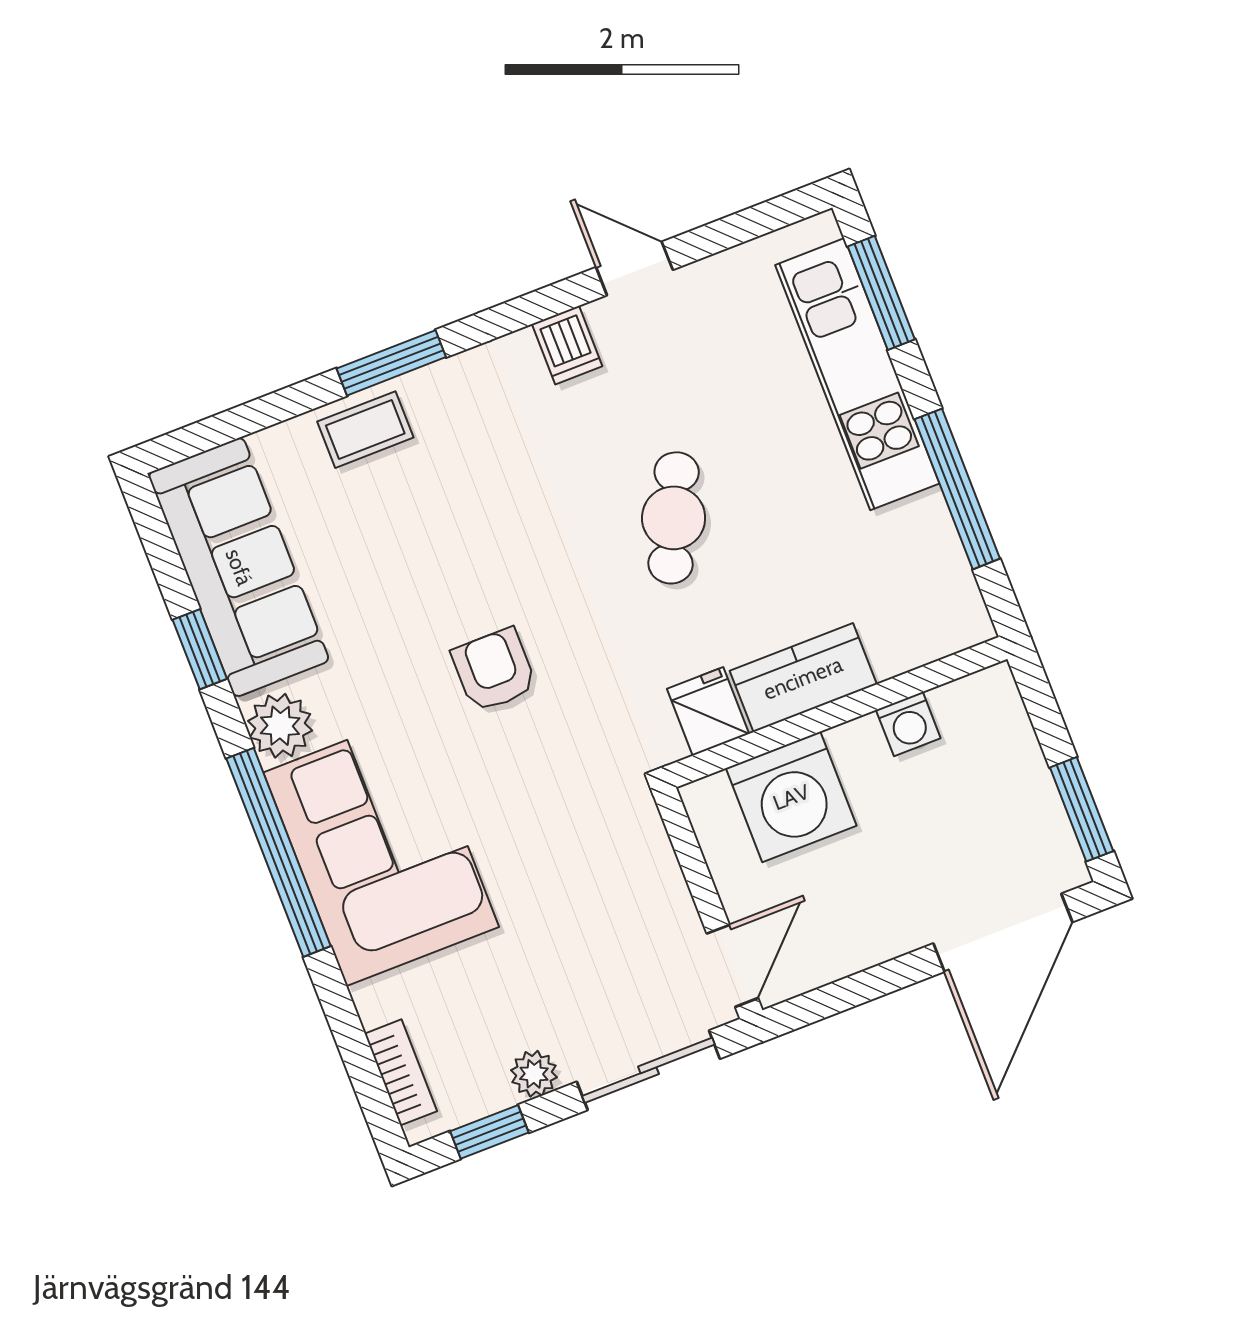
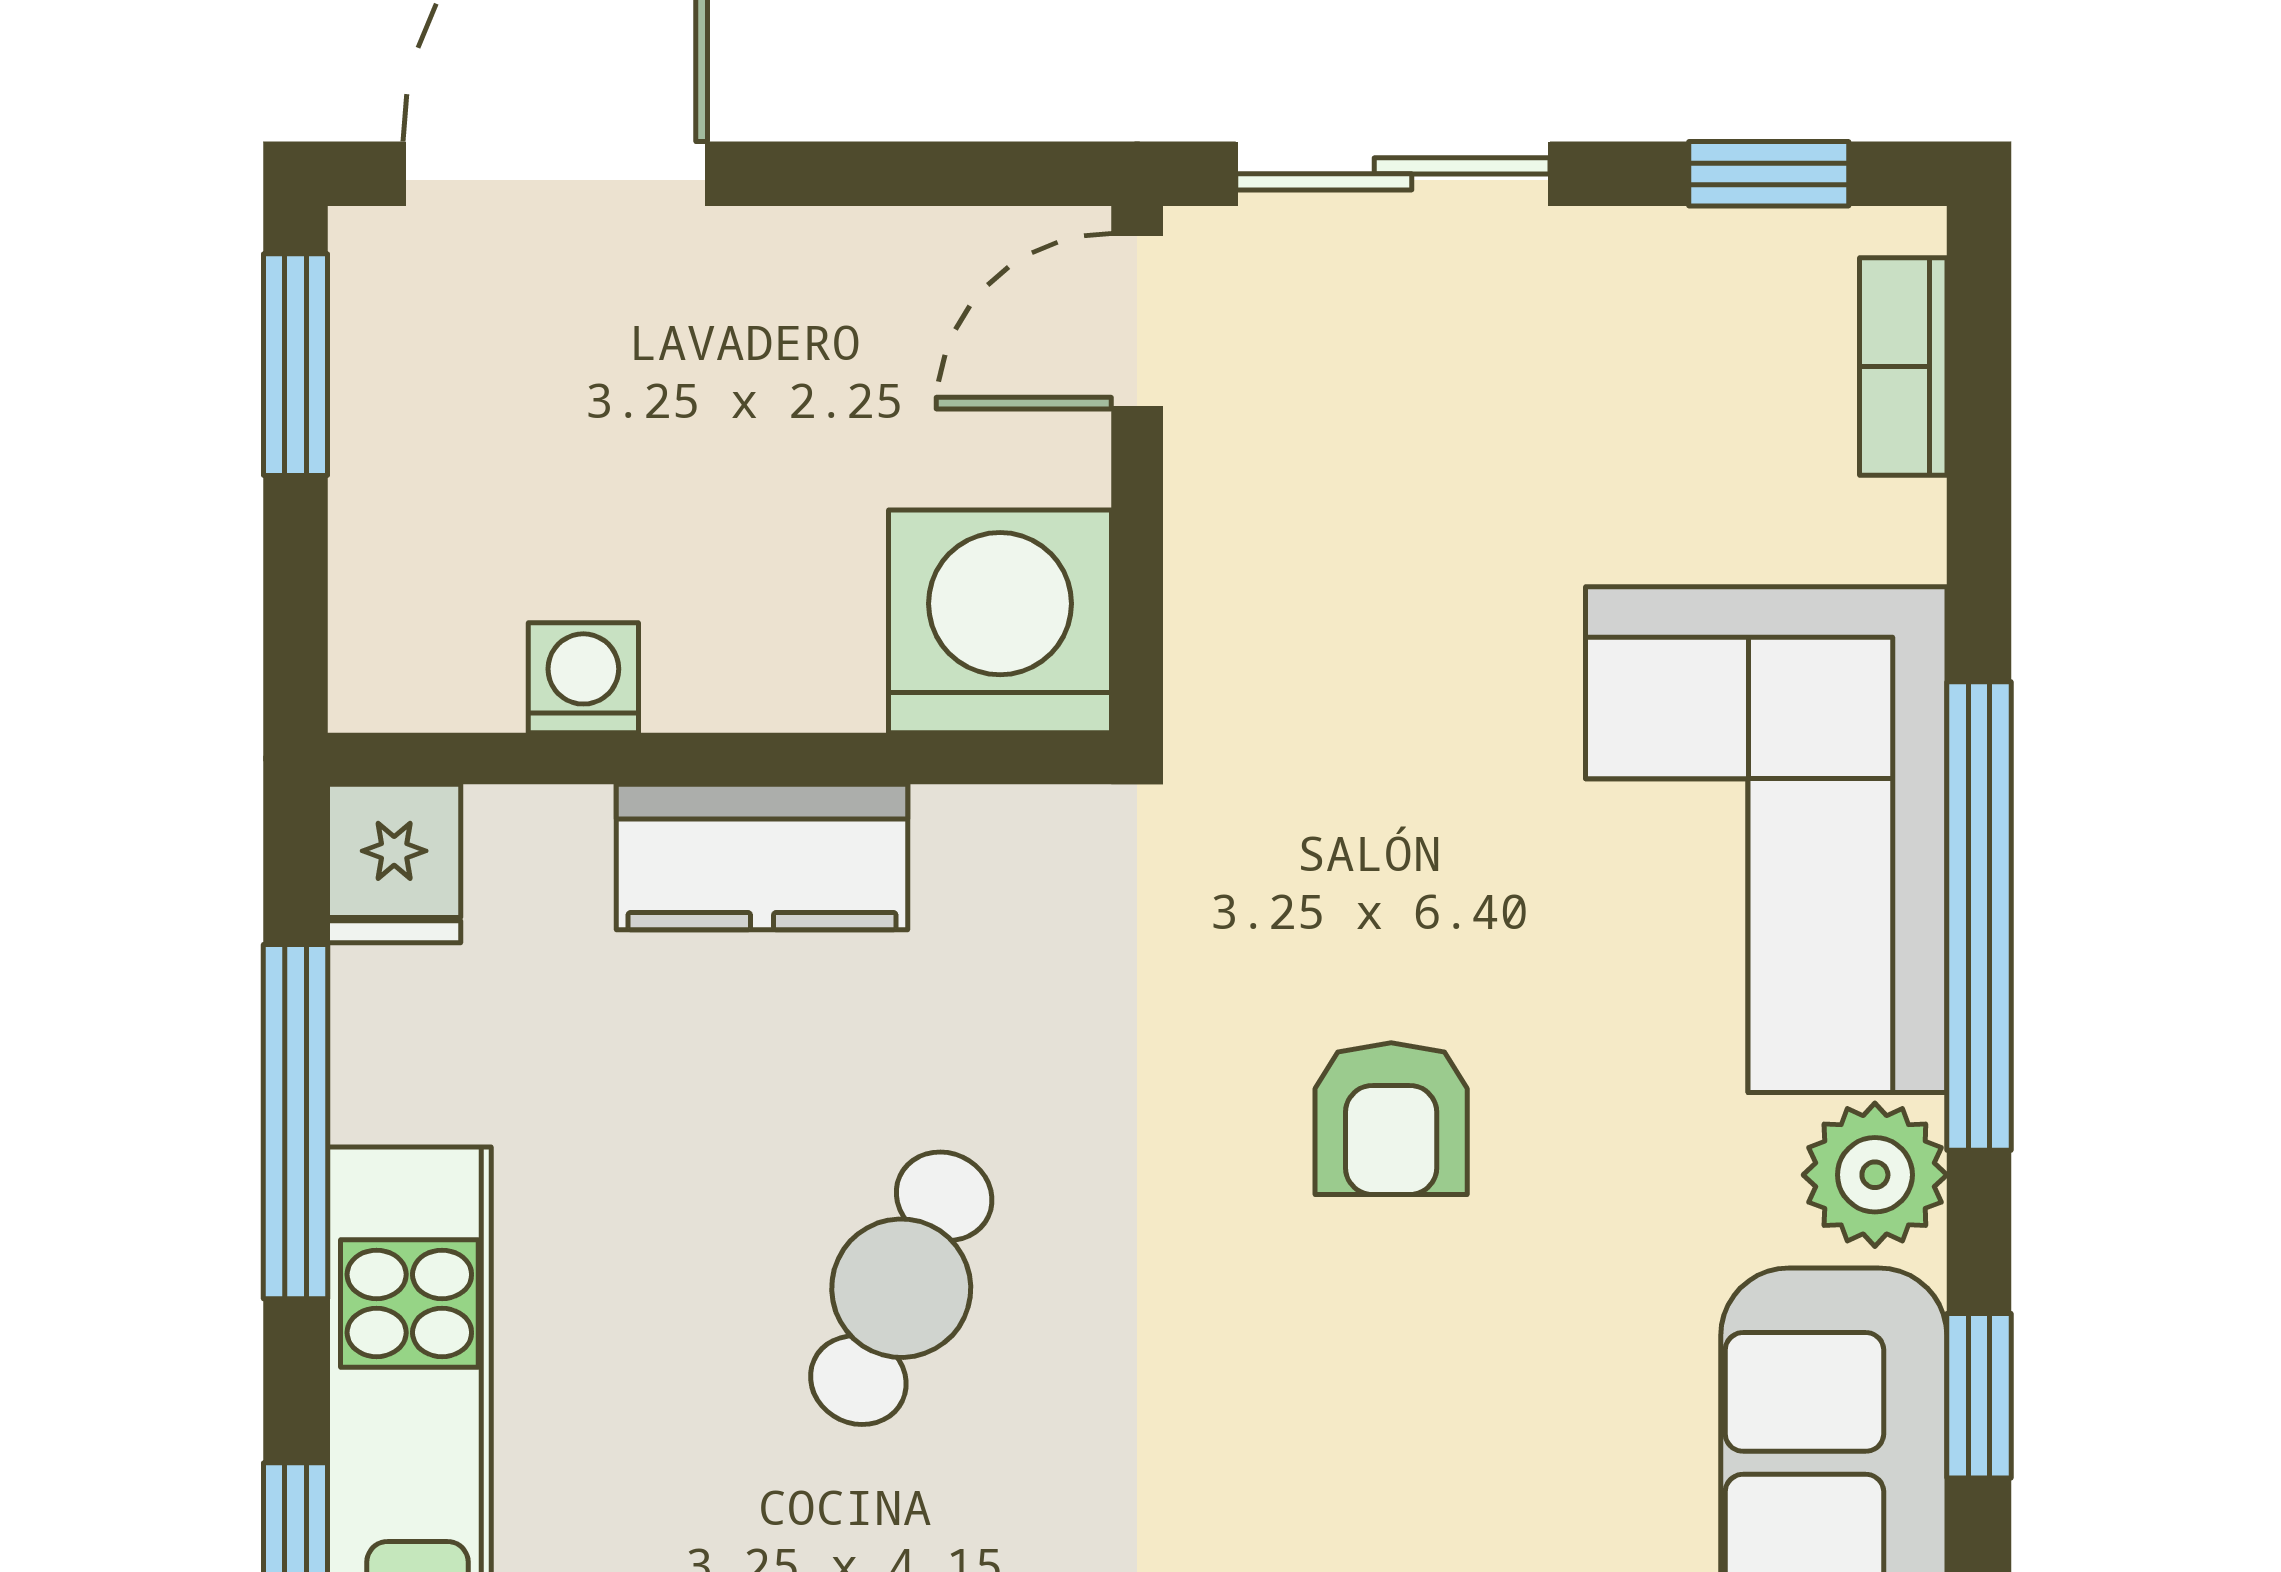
fridge: (708, 711) -> (394, 864), moved
washing machine: (791, 797) -> (1000, 621), moved
plant: (534, 1074) -> (1631, 258), removed

